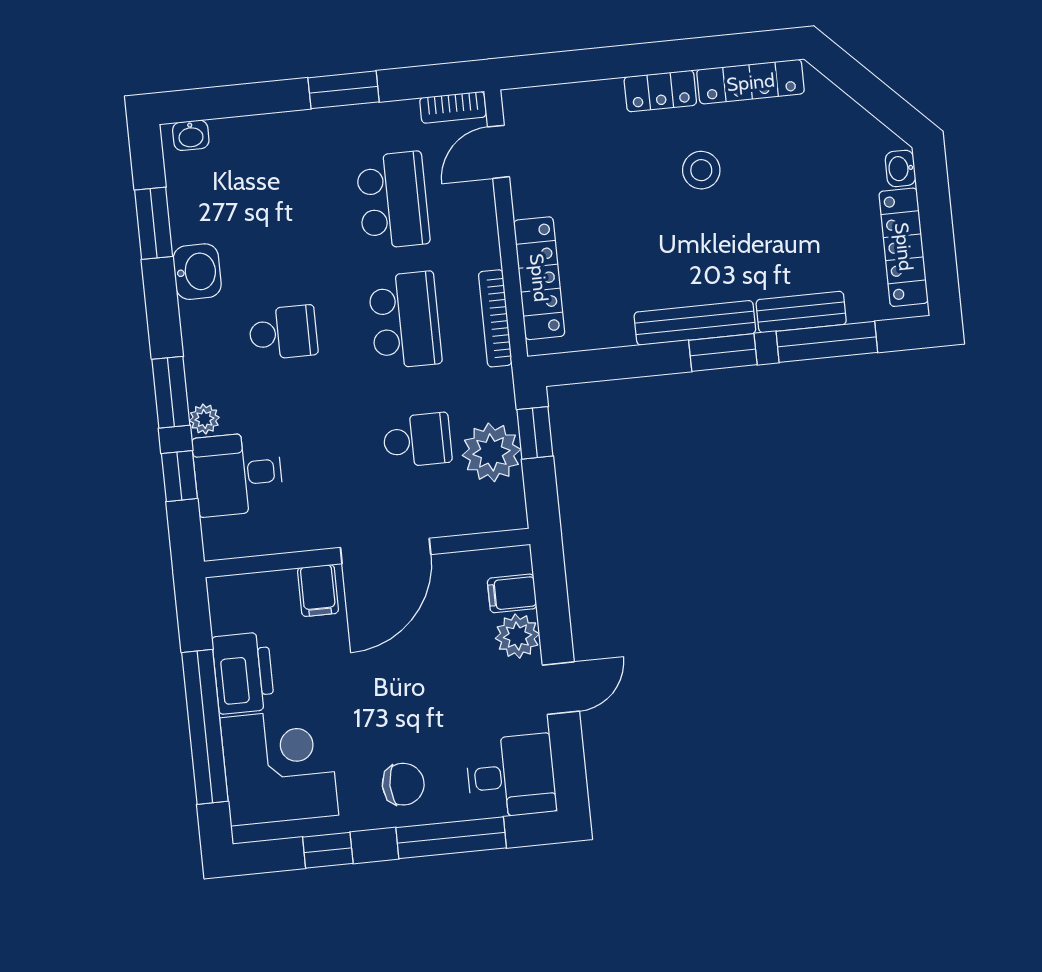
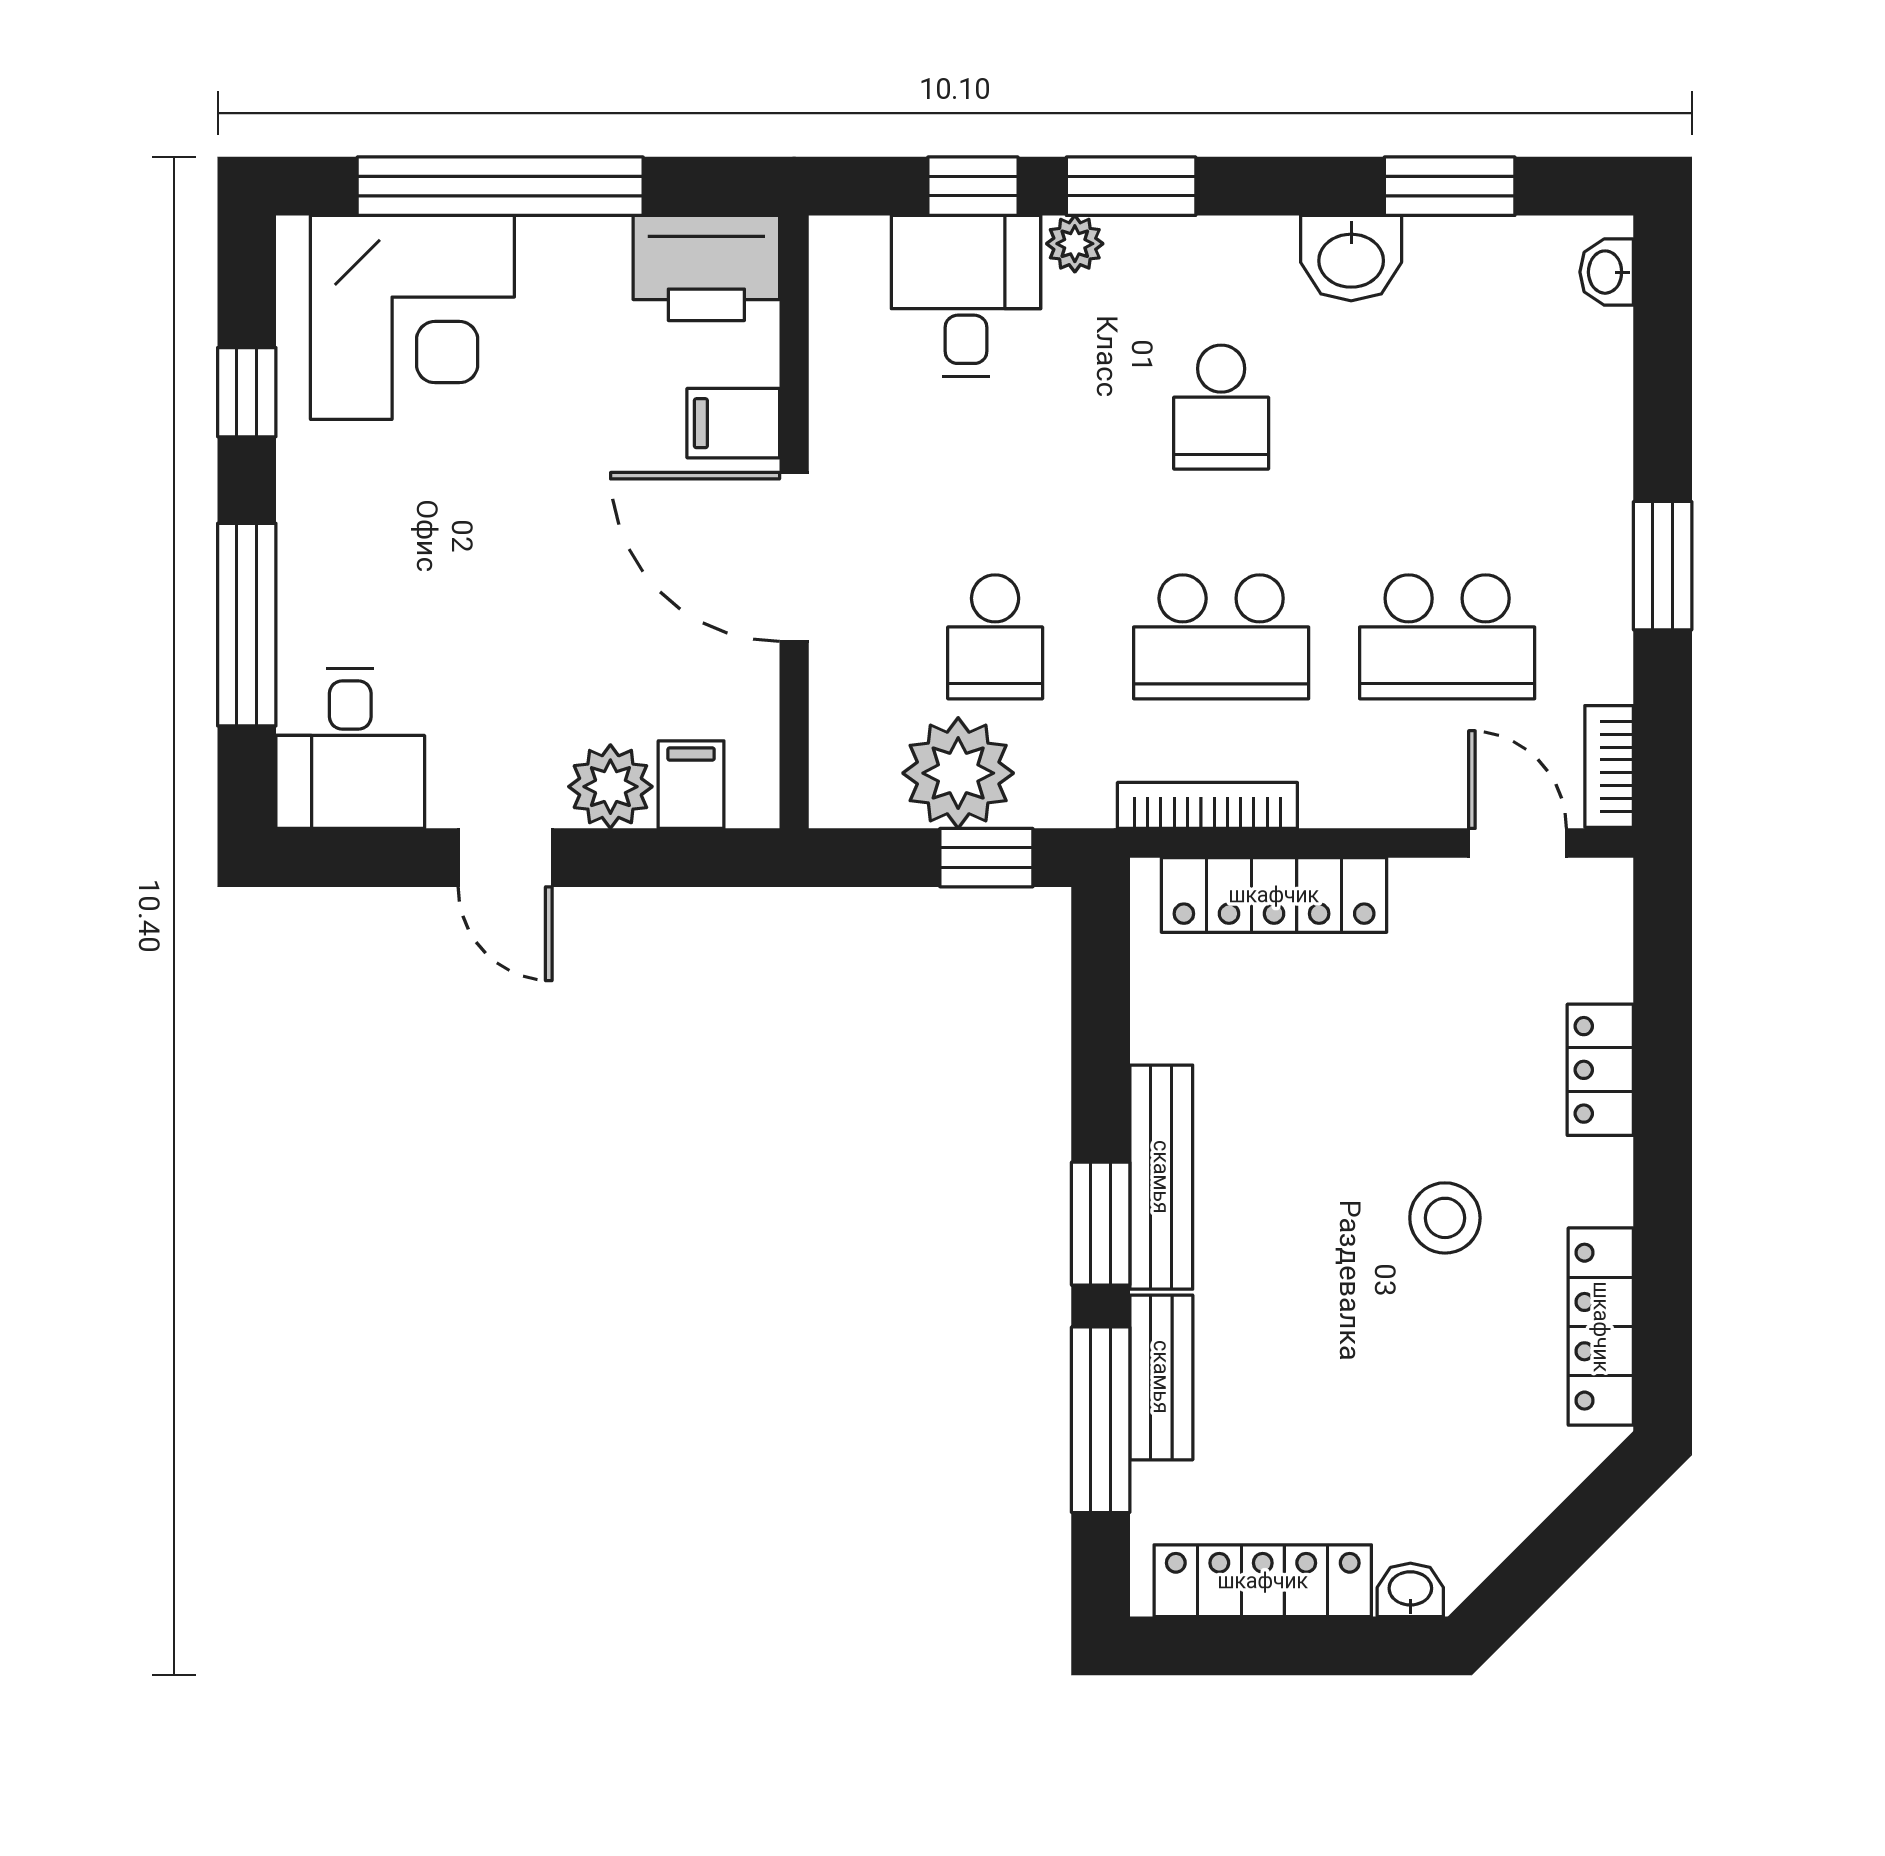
locker: (660, 91) -> (1600, 1070), moved
printer: (243, 673) -> (706, 268), moved
chair: (403, 784) -> (356, 545), removed

